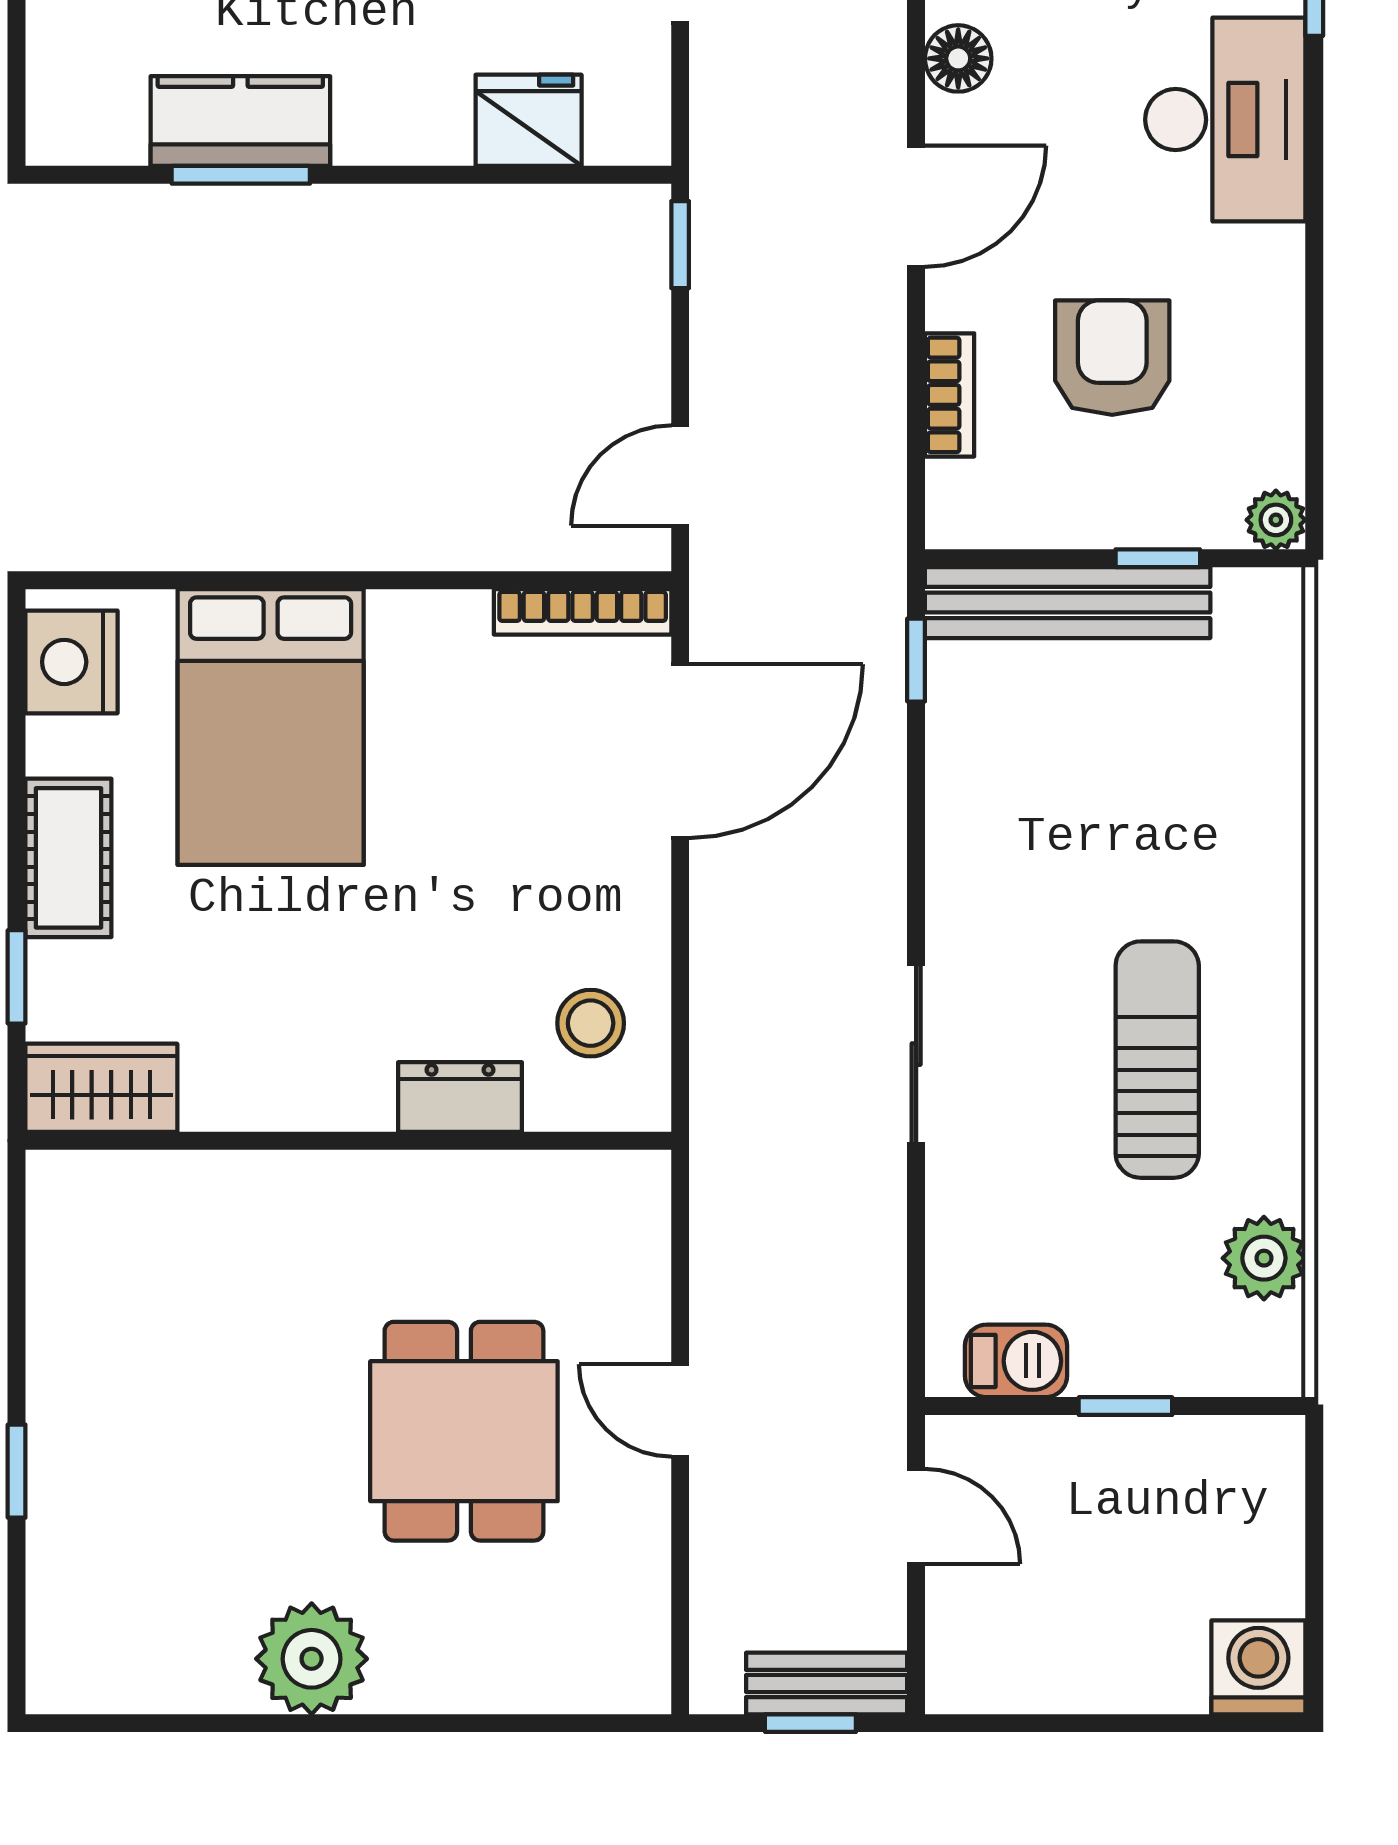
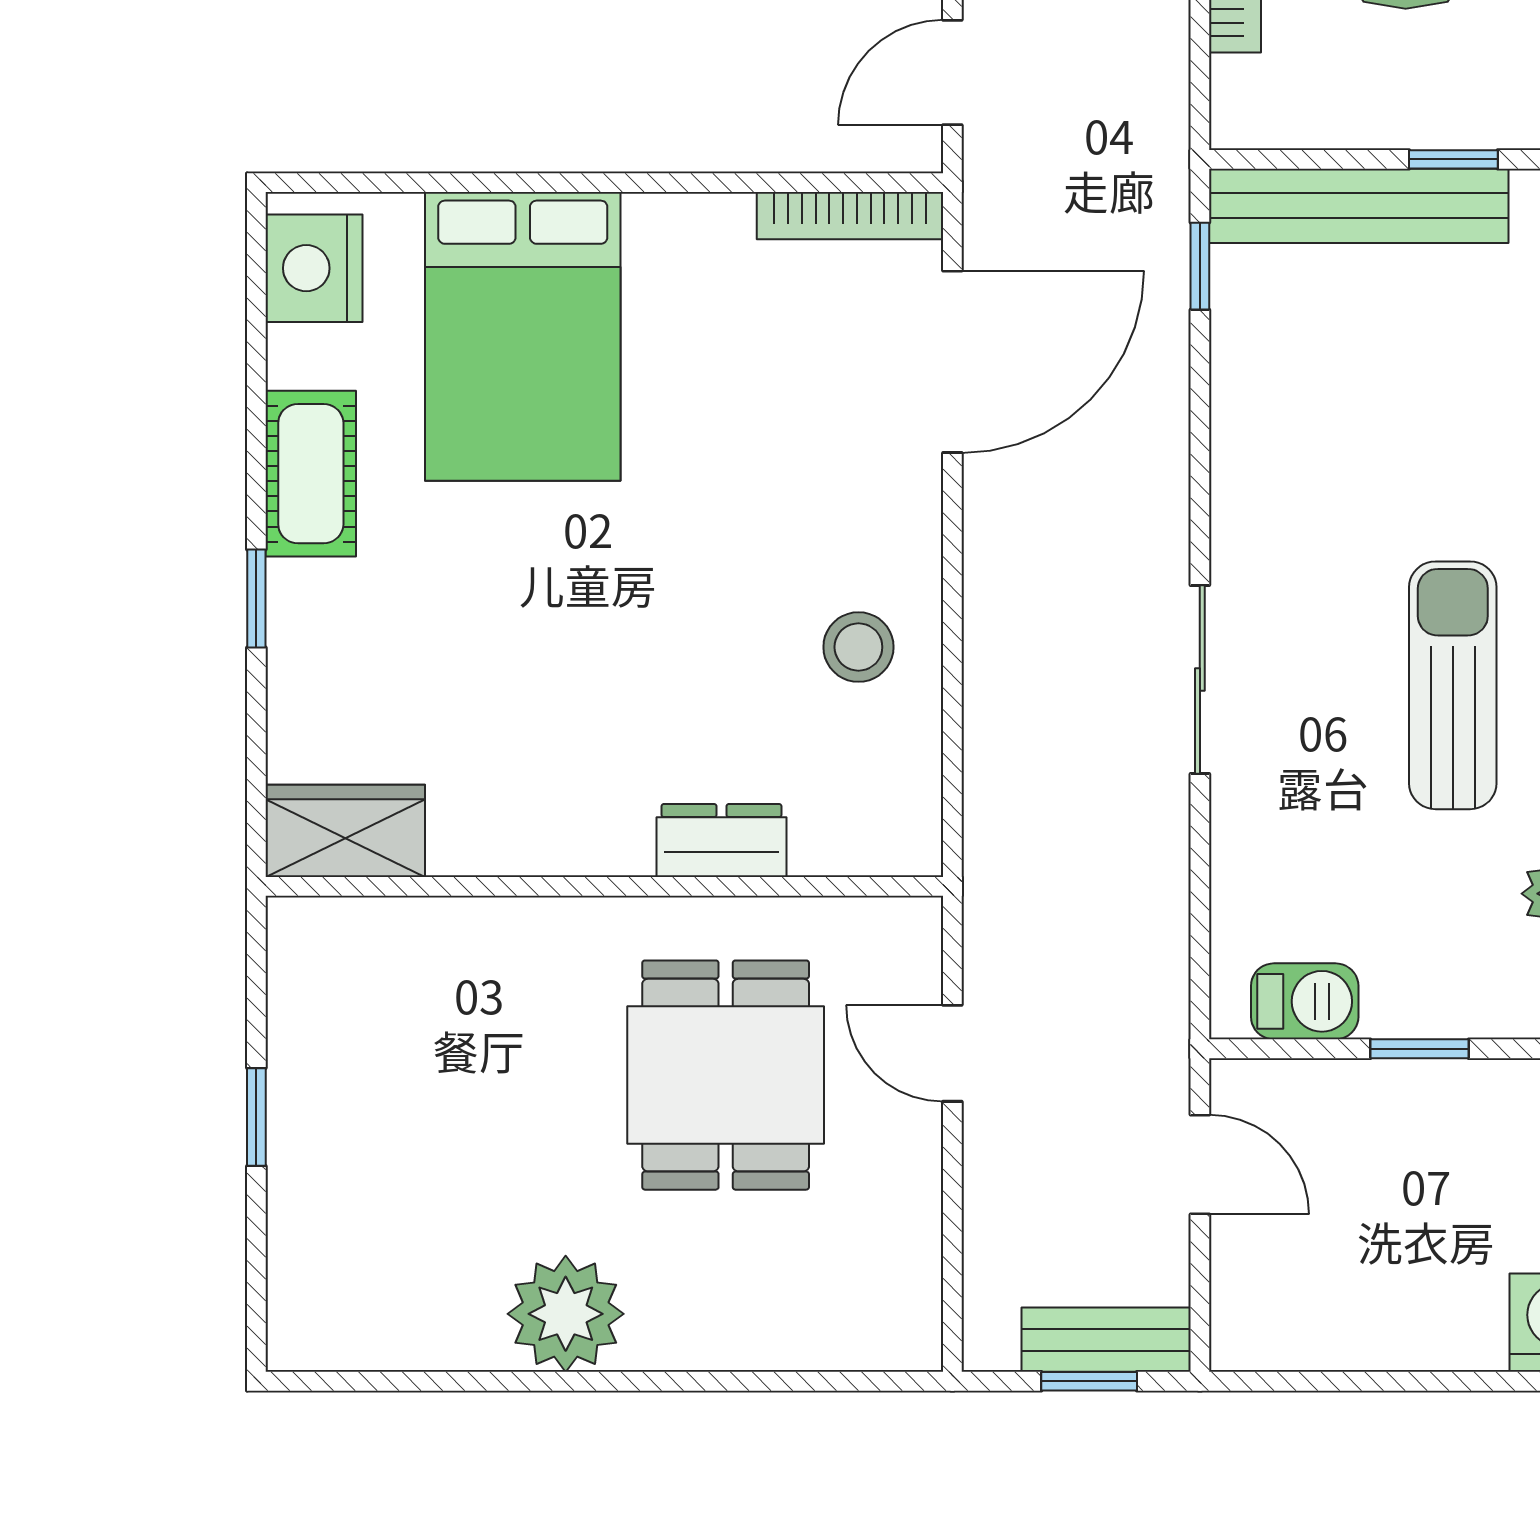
wardrobe: (101, 1088) -> (345, 831), moved
dresser: (460, 1097) -> (722, 840), moved
wall: (348, 1141) -> (604, 886), moved

